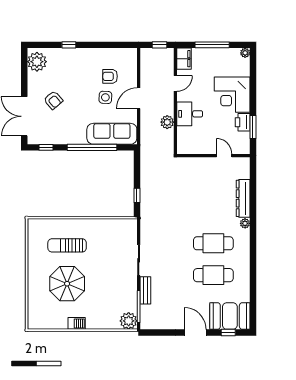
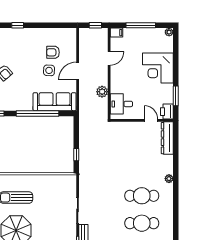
filing cabinet: (184, 59) -> (116, 33), width x0.50
desk: (190, 114) -> (121, 104), moved
printer: (243, 122) -> (167, 112), moved
dresser: (243, 198) -> (167, 138), moved

